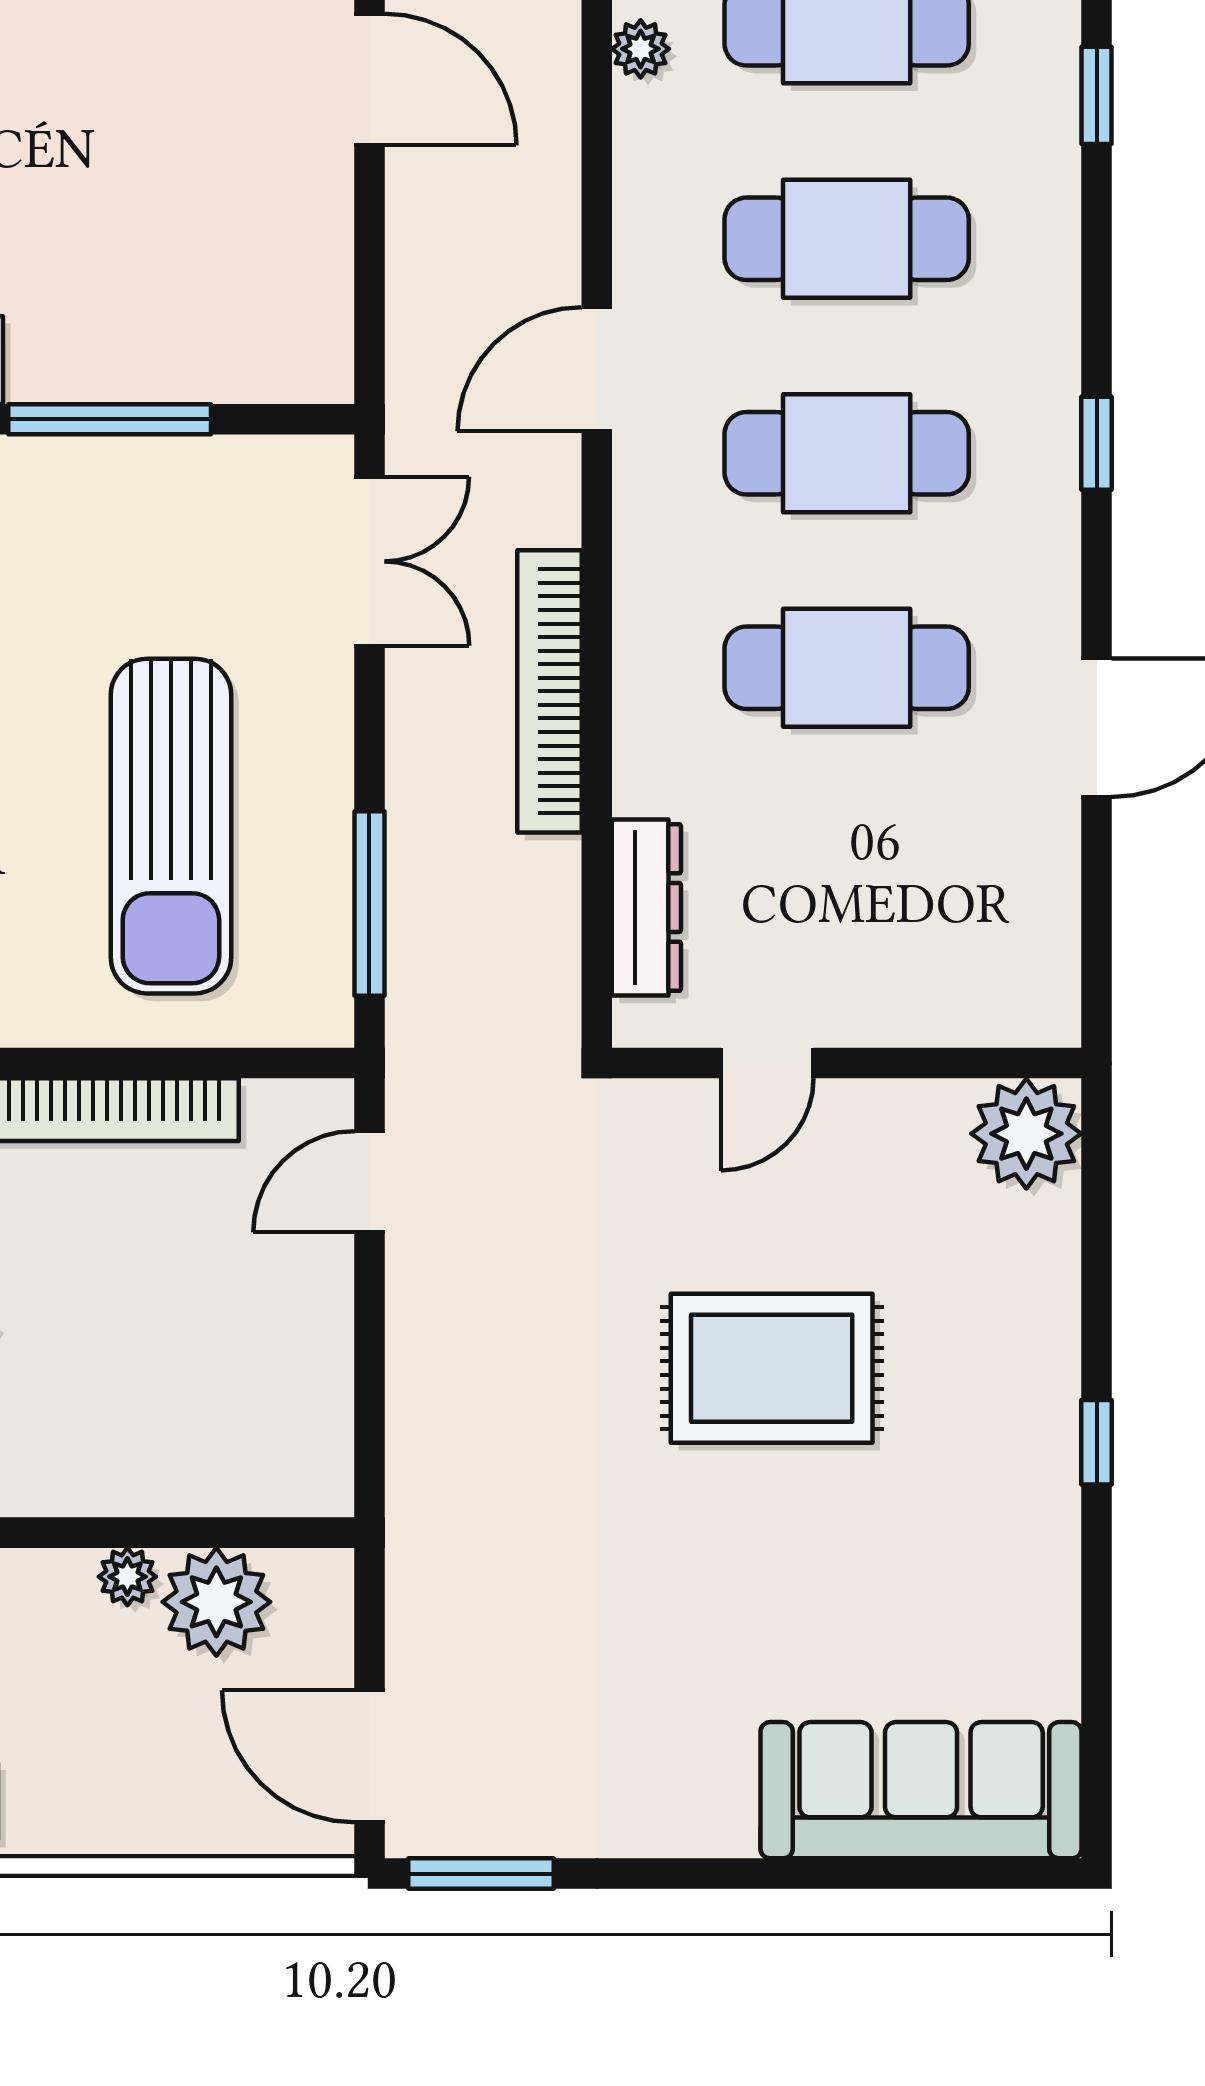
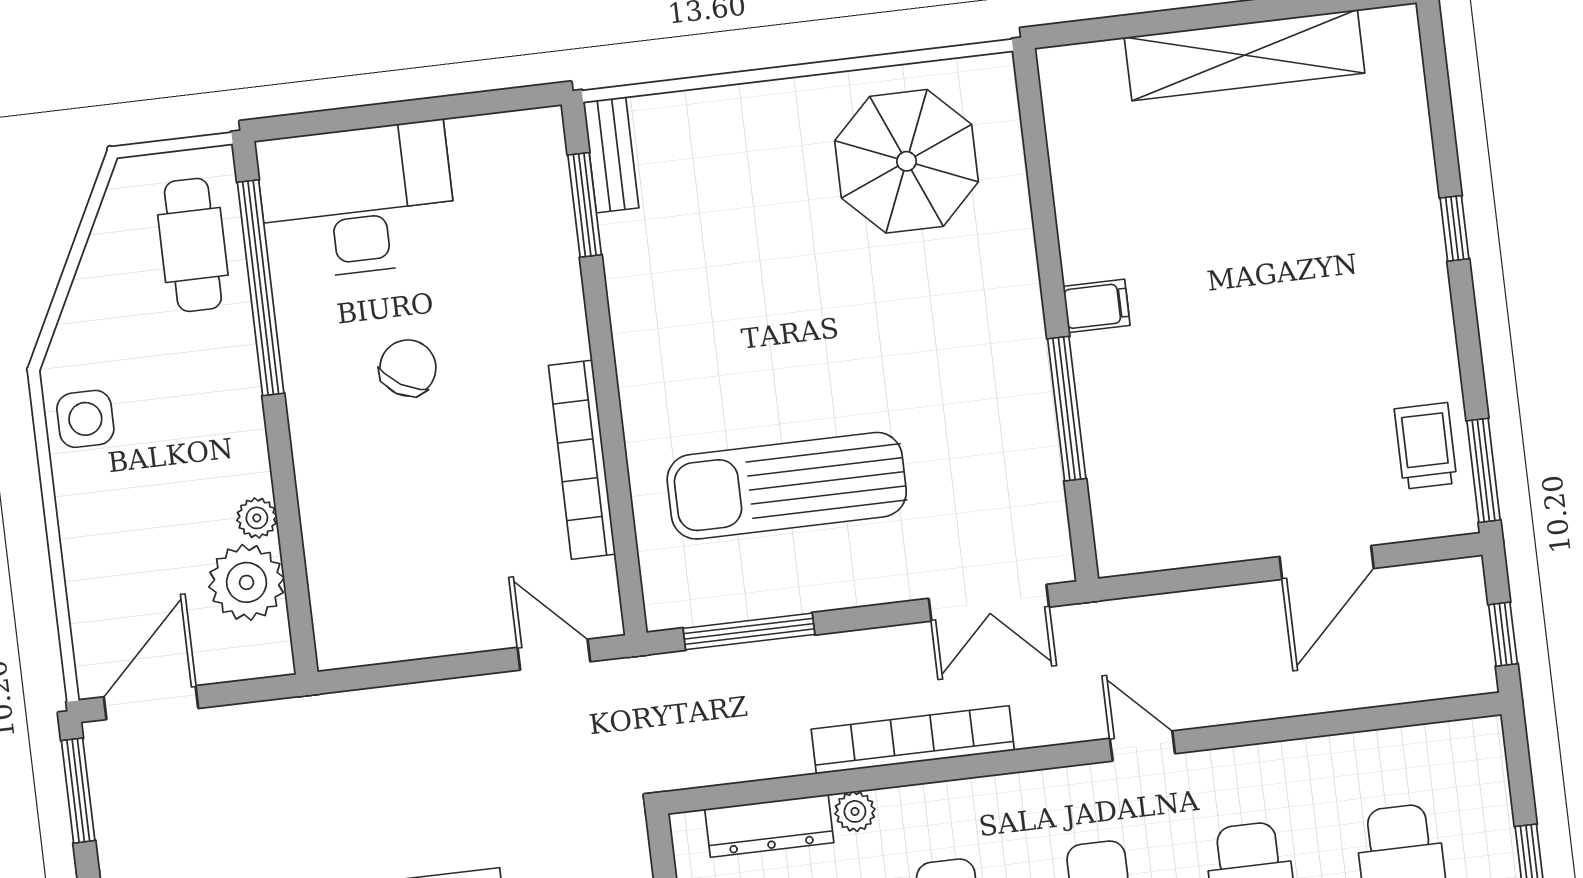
plant: (641, 49) -> (855, 811), moved
door: (597, 369) -> (1142, 746), width x0.73

